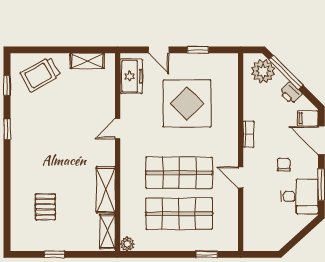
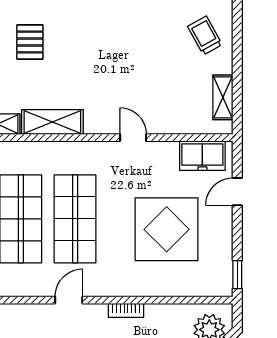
window: (198, 50) -> (237, 275), moved
trolley: (40, 74) -> (205, 35), width x0.73, depth x0.72
pallet: (45, 207) -> (30, 42), turned 90

